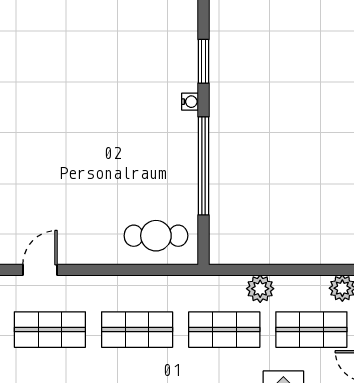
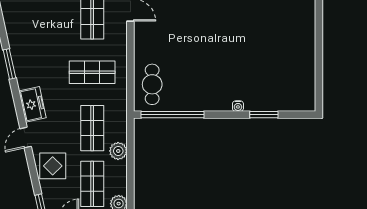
window: (204, 166) -> (173, 115), moved
shop shelf: (137, 330) -> (92, 72), turned 90

